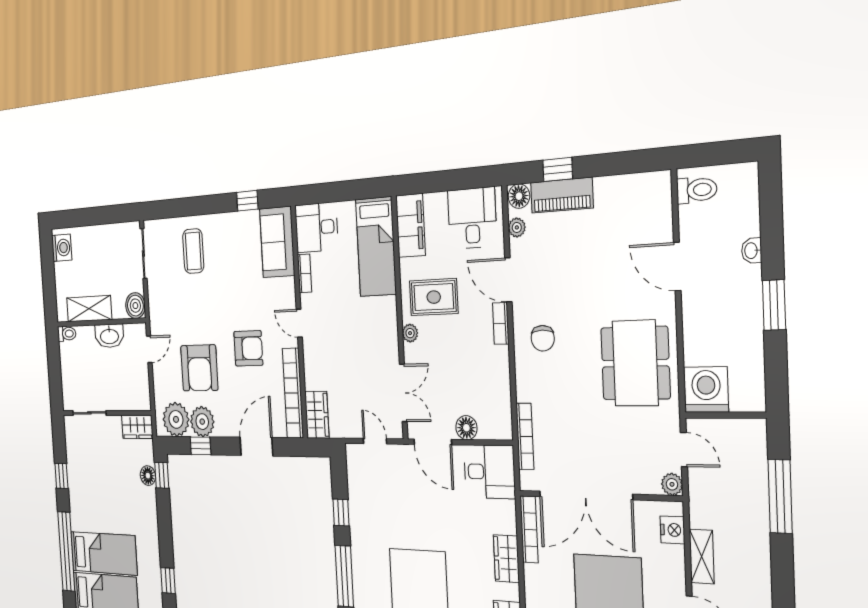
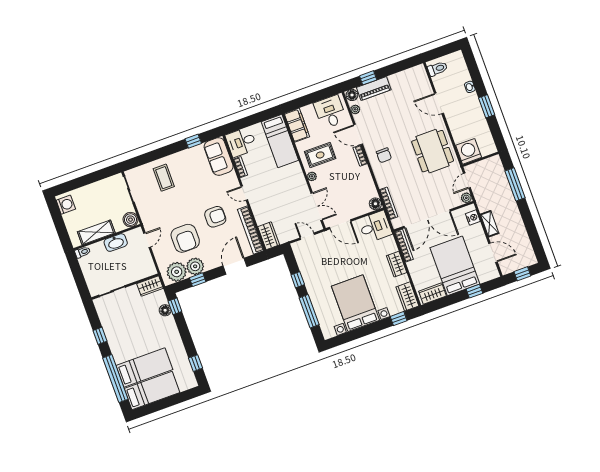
floor lamp: (466, 428) -> (375, 204), moved
door: (684, 450) -> (467, 181), swing flipped

